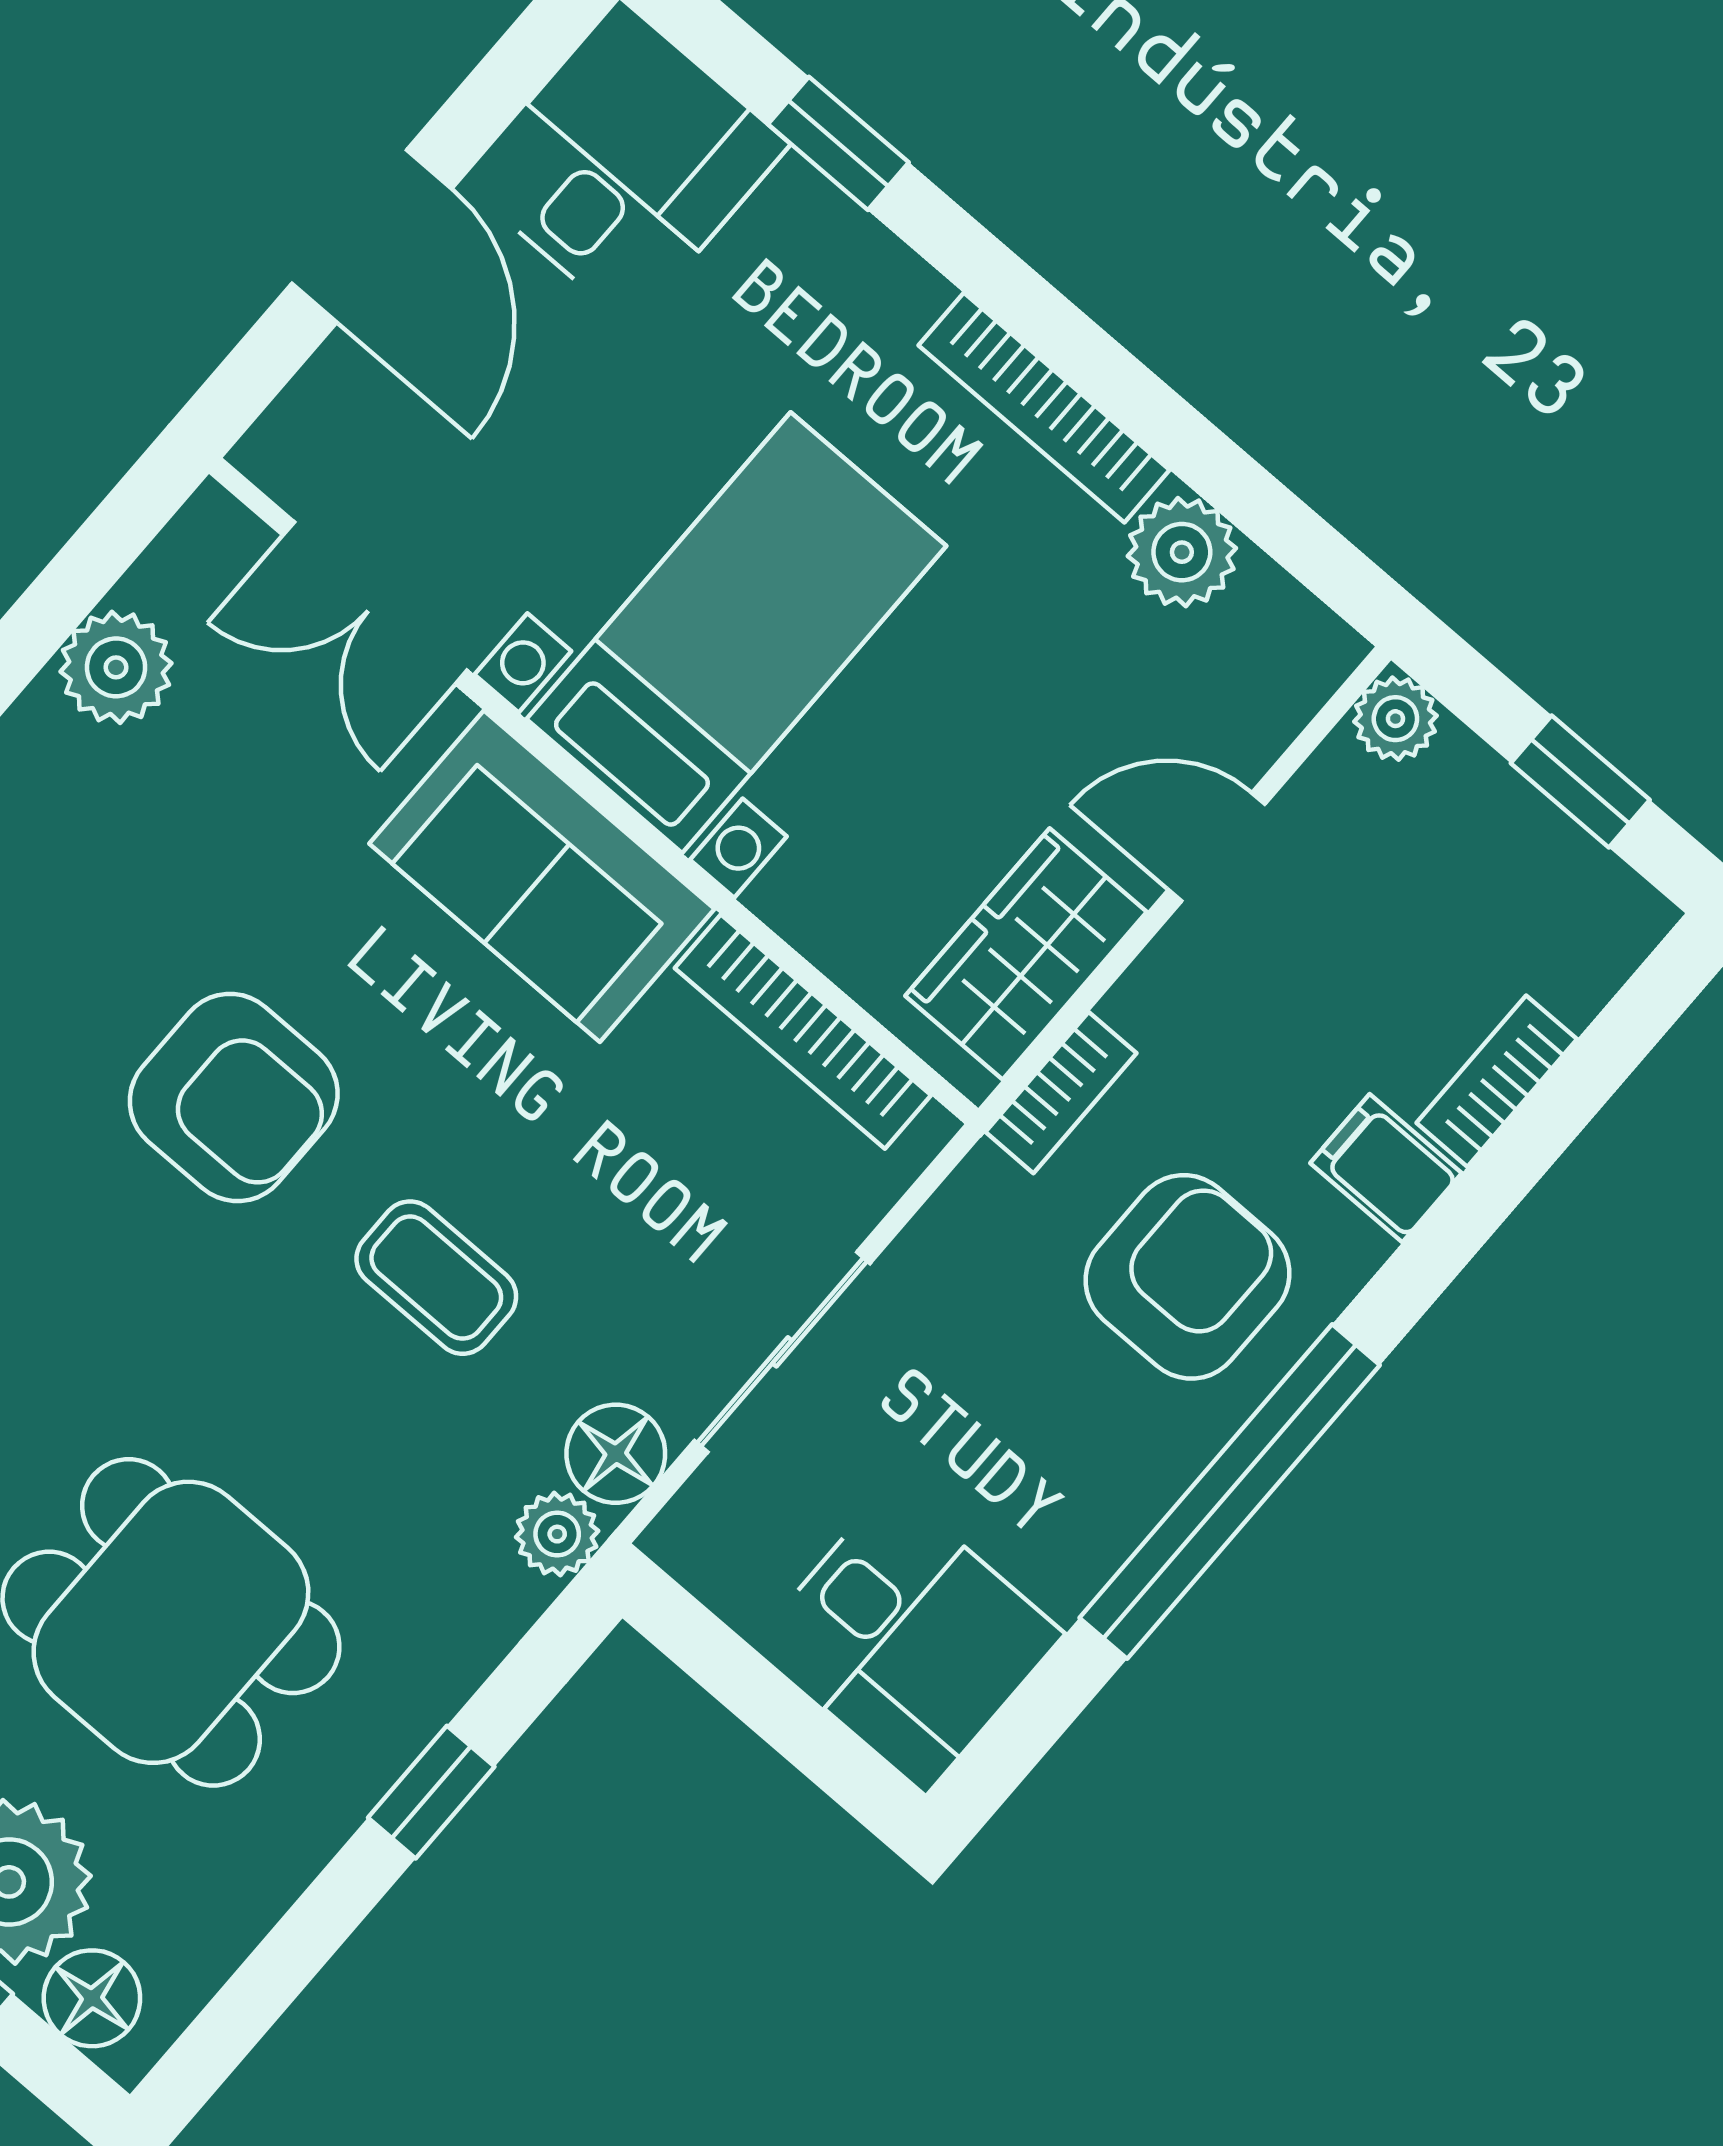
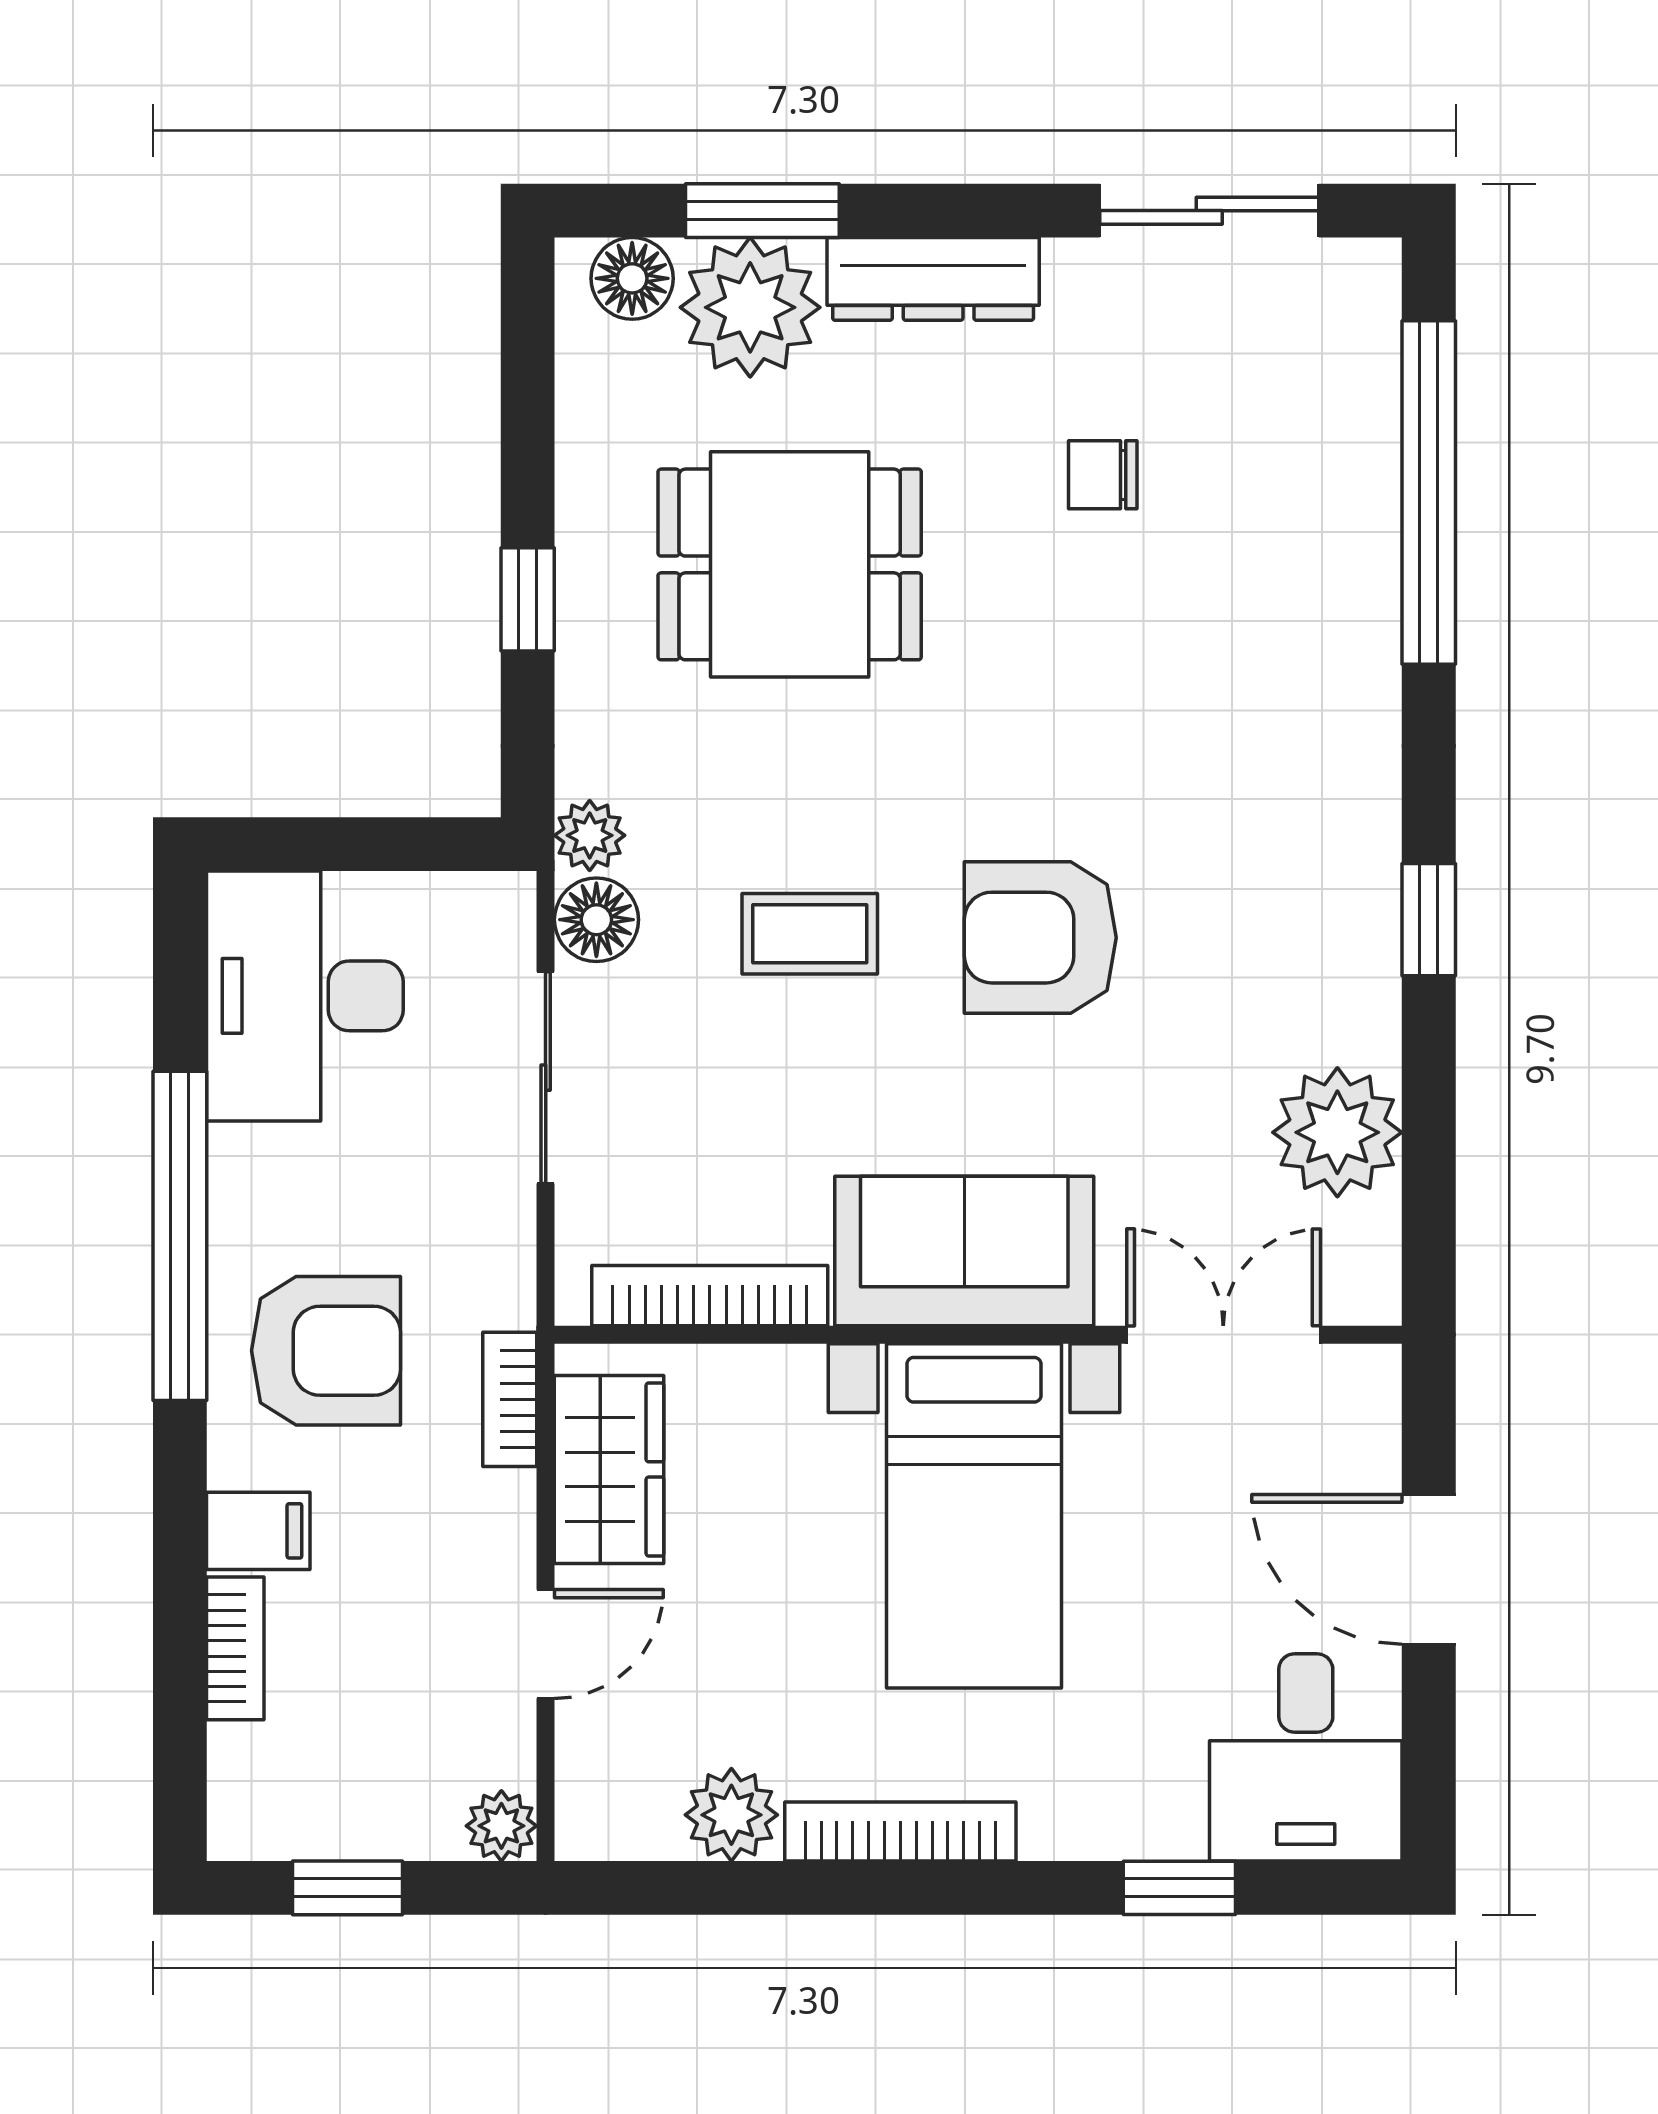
plant: (116, 667) -> (1337, 1132), width x1.36, depth x1.36
armchair: (1187, 1277) -> (326, 1351), turned -90
desk: (908, 1640) -> (305, 996), width x1.37

